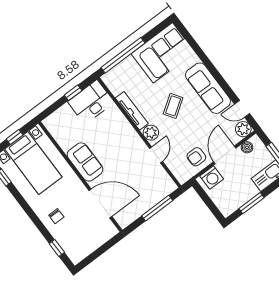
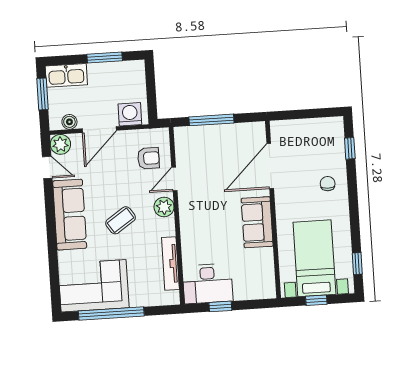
window: (123, 55) -> (111, 314), moved
tv unit: (132, 111) -> (170, 264), moved
armchair: (196, 157) -> (148, 158), moved
door: (100, 203) -> (270, 166), hinge flipped

